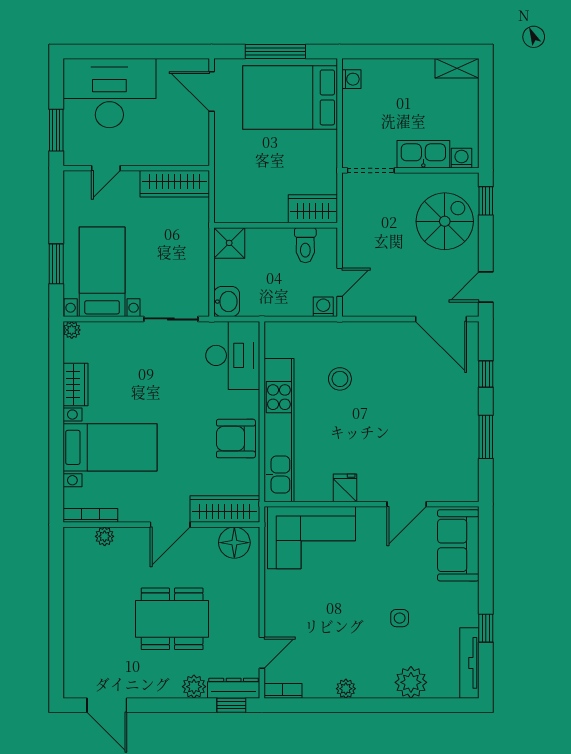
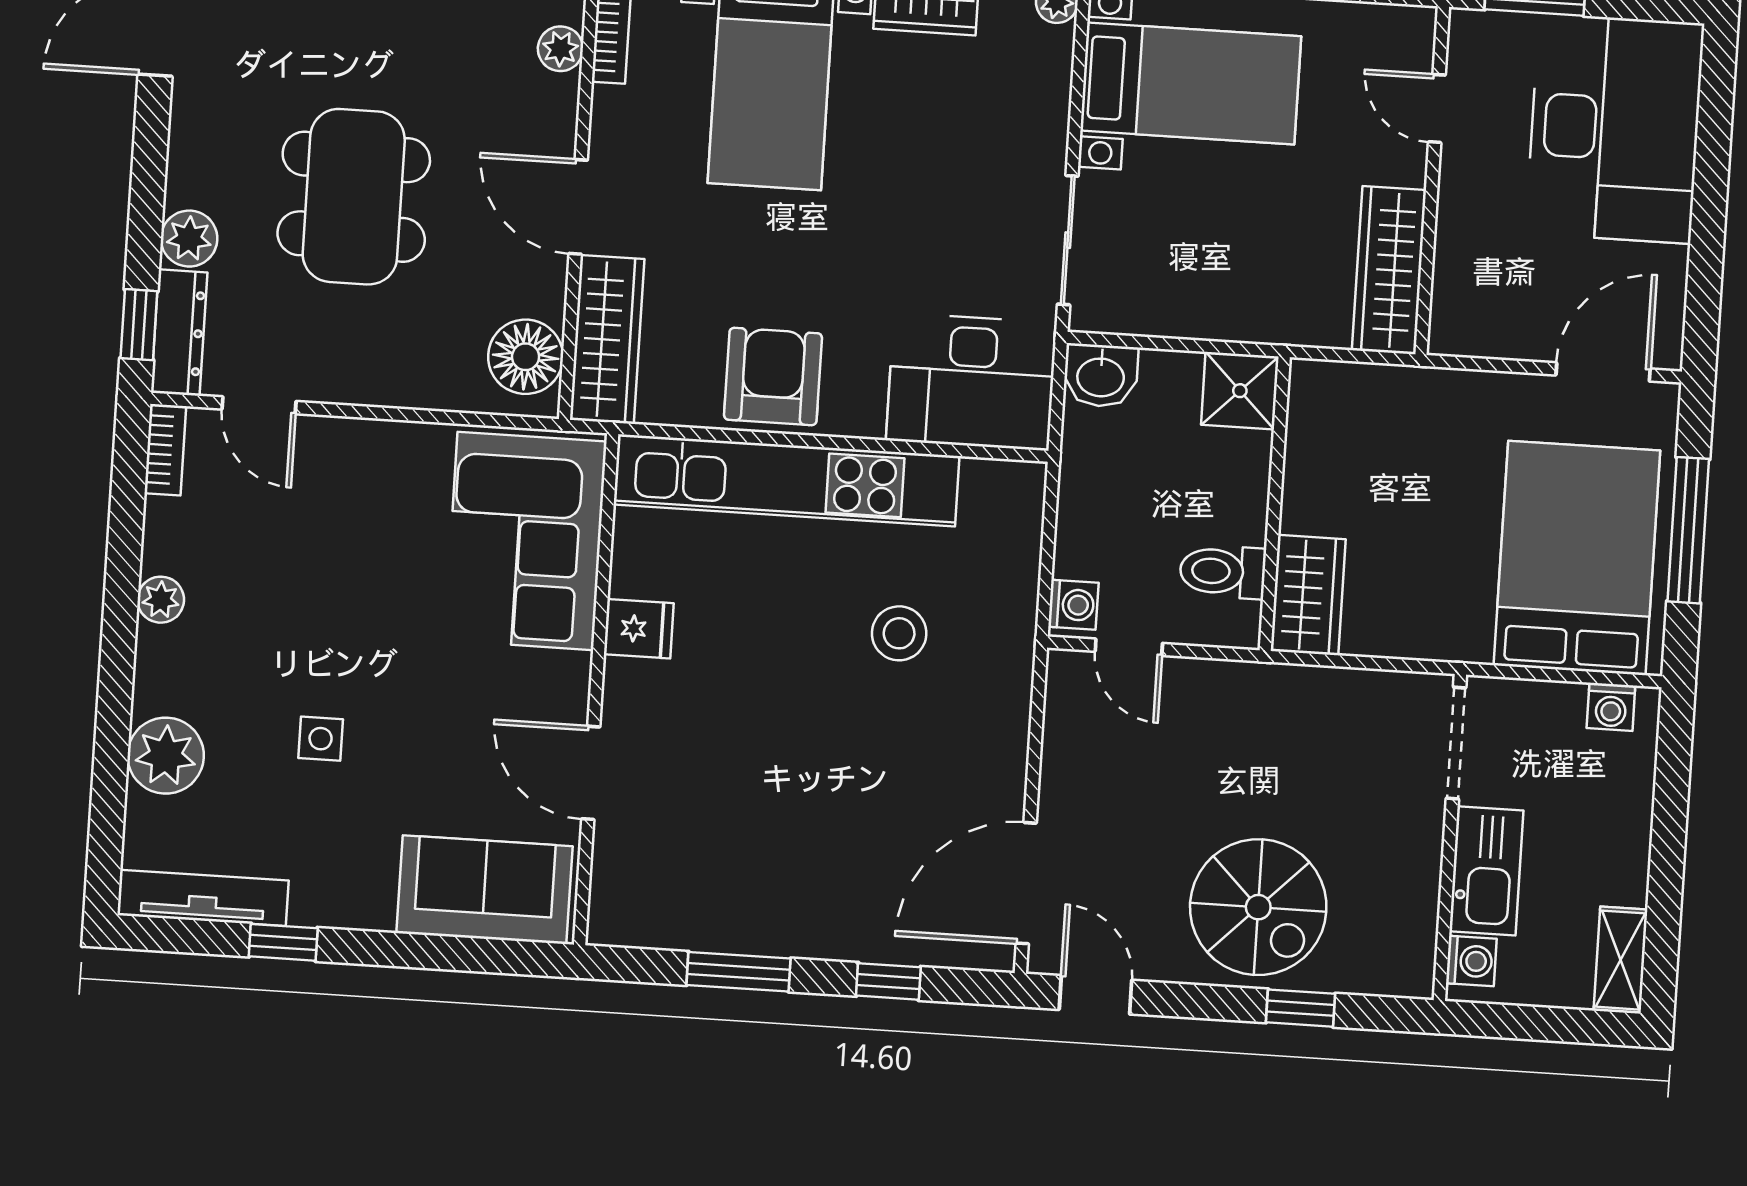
kitchen sink: (423, 154) -> (1486, 871), moved
washing machine: (462, 158) -> (1471, 961), moved
doorway: (371, 170) -> (1456, 743), moved
wall: (410, 170) -> (1450, 837), moved

